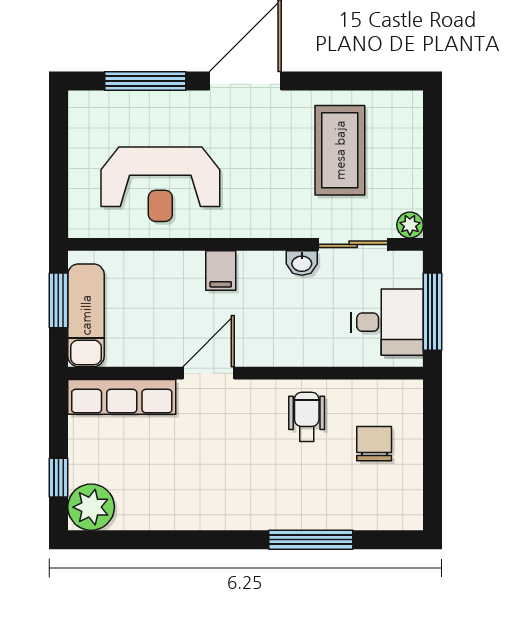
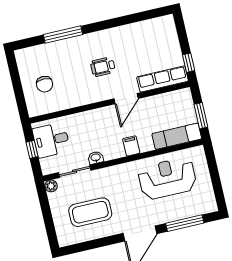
coffee table: (340, 150) -> (90, 212), turned 90
window: (432, 312) -> (32, 149), width x0.46
exam couch: (86, 315) -> (177, 136), moved, turned 90
wheelchair: (307, 417) -> (103, 67), moved, turned 90
window: (58, 478) -> (189, 63), moved
plant: (91, 507) -> (165, 26), removed

